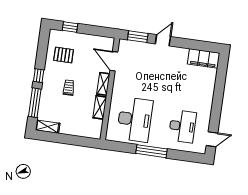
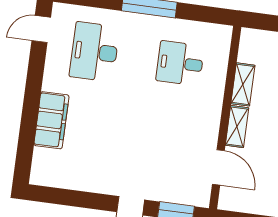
filing cabinet: (204, 58) -> (51, 120), moved, turned 90
desk: (135, 119) -> (180, 63), width x0.53, depth x0.77

